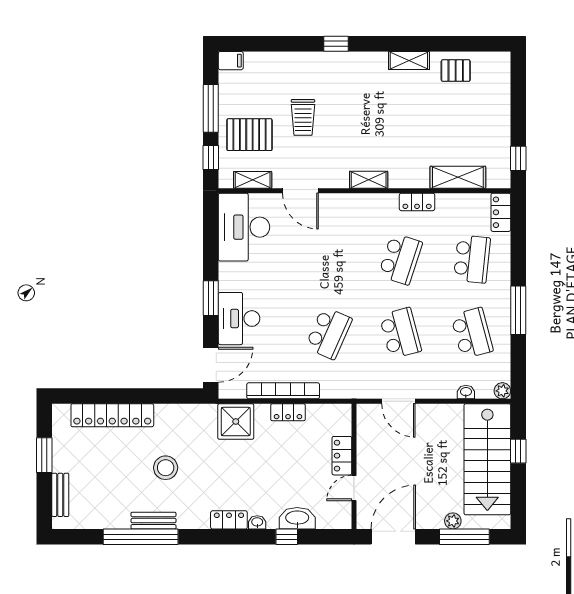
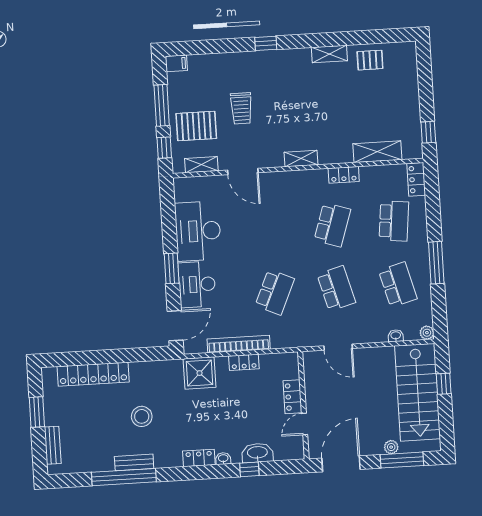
desk: (244, 227) -> (198, 231), moved

